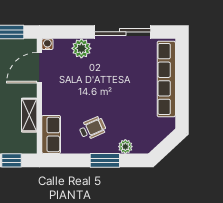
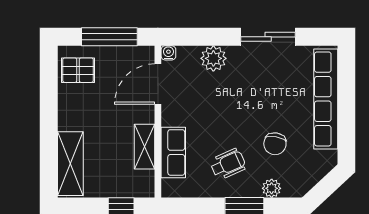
sliding door: (123, 32) -> (268, 37), width x0.73
chair: (128, 113) -> (275, 144), added
row of seats: (51, 134) -> (173, 152), moved

